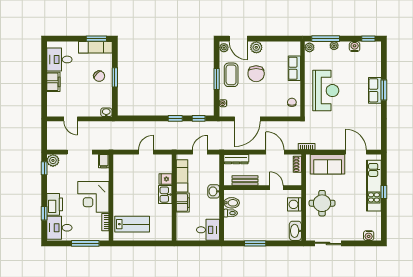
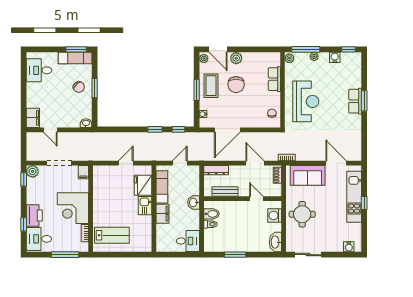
filing cabinet: (53, 82) -> (33, 118), moved
fridge: (165, 179) -> (143, 185), width x1.88, depth x1.34

